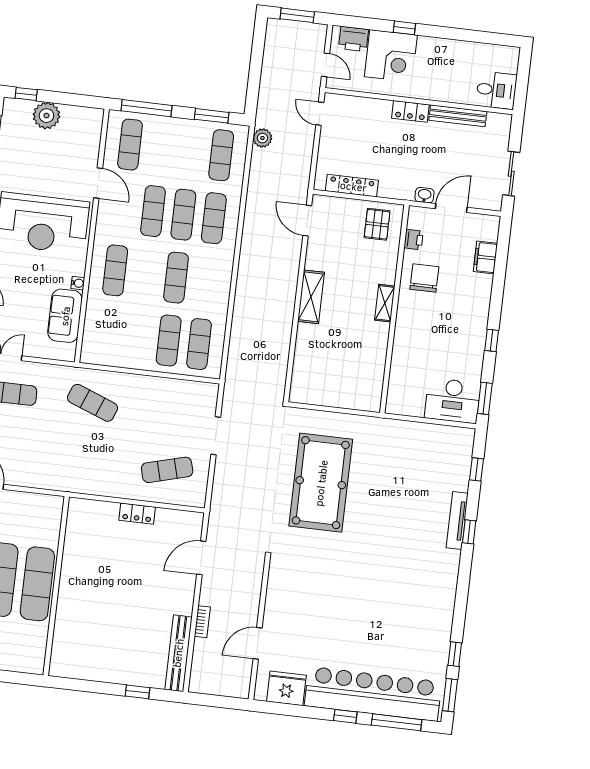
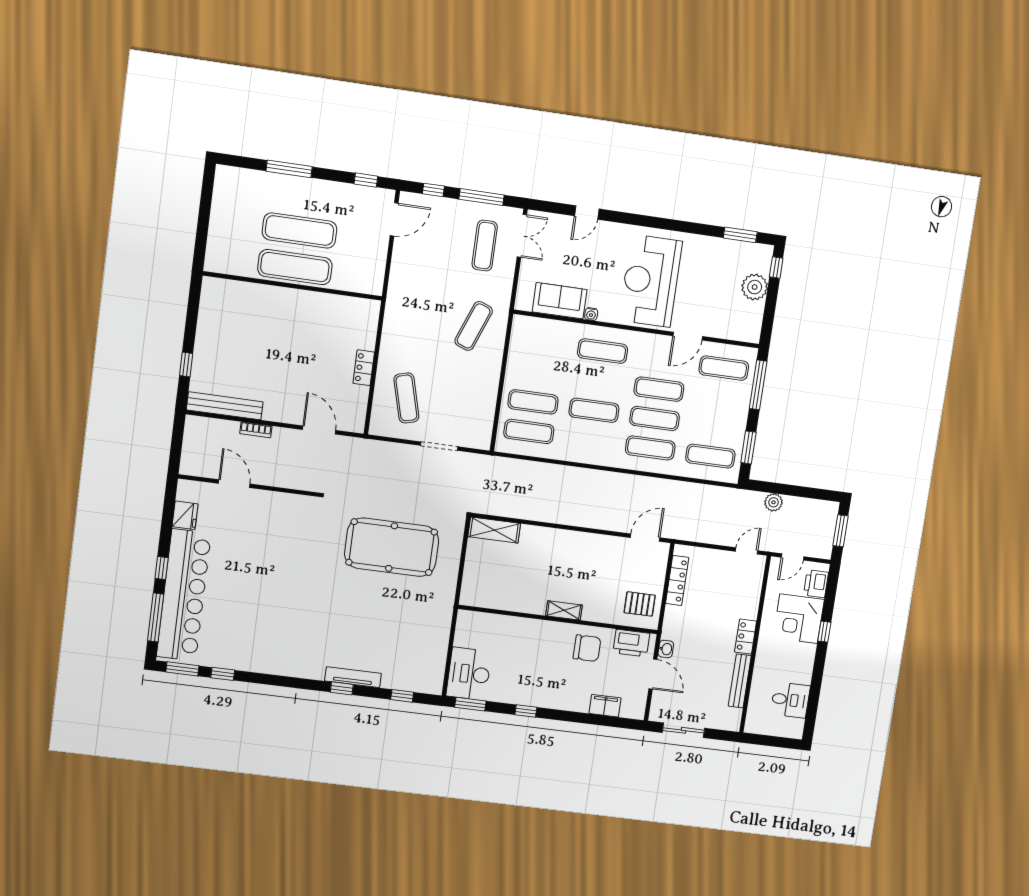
desk: (496, 90) -> (790, 700), moved, turned -90
plant: (262, 138) -> (774, 502), moved
printer: (414, 240) -> (631, 643), width x1.87, depth x1.48
shelving: (311, 297) -> (494, 530), moved
fridge: (286, 688) -> (185, 515), width x0.73, depth x0.75

